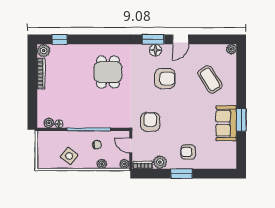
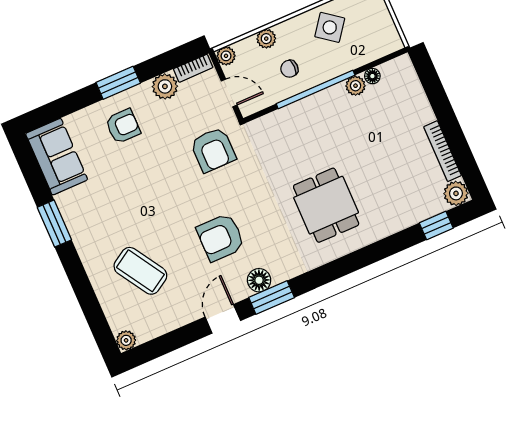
plant: (49, 123) -> (356, 86), moved
sofa: (226, 123) -> (57, 157), moved

